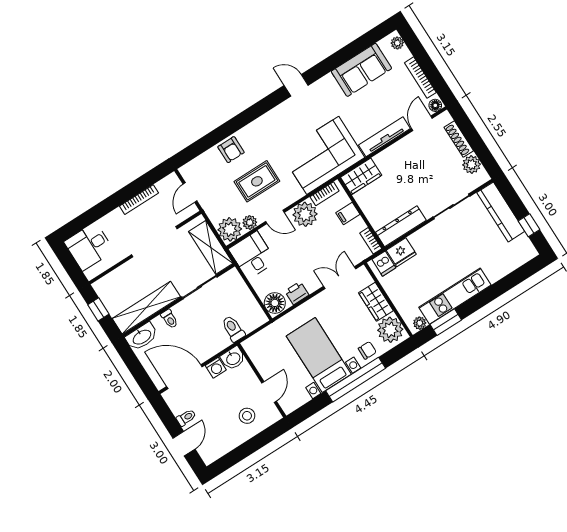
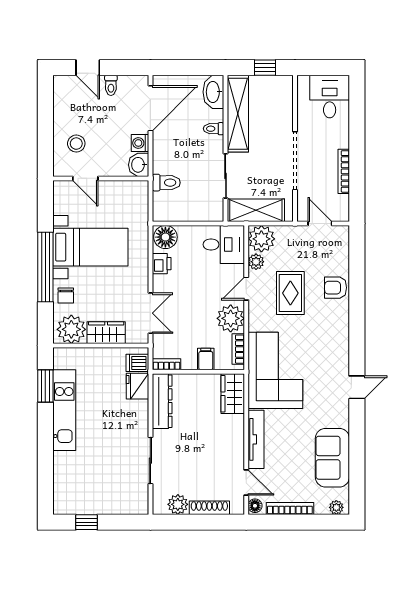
kitchen counter: (501, 212) -> (116, 504), removed
plant: (420, 323) -> (60, 361), removed

